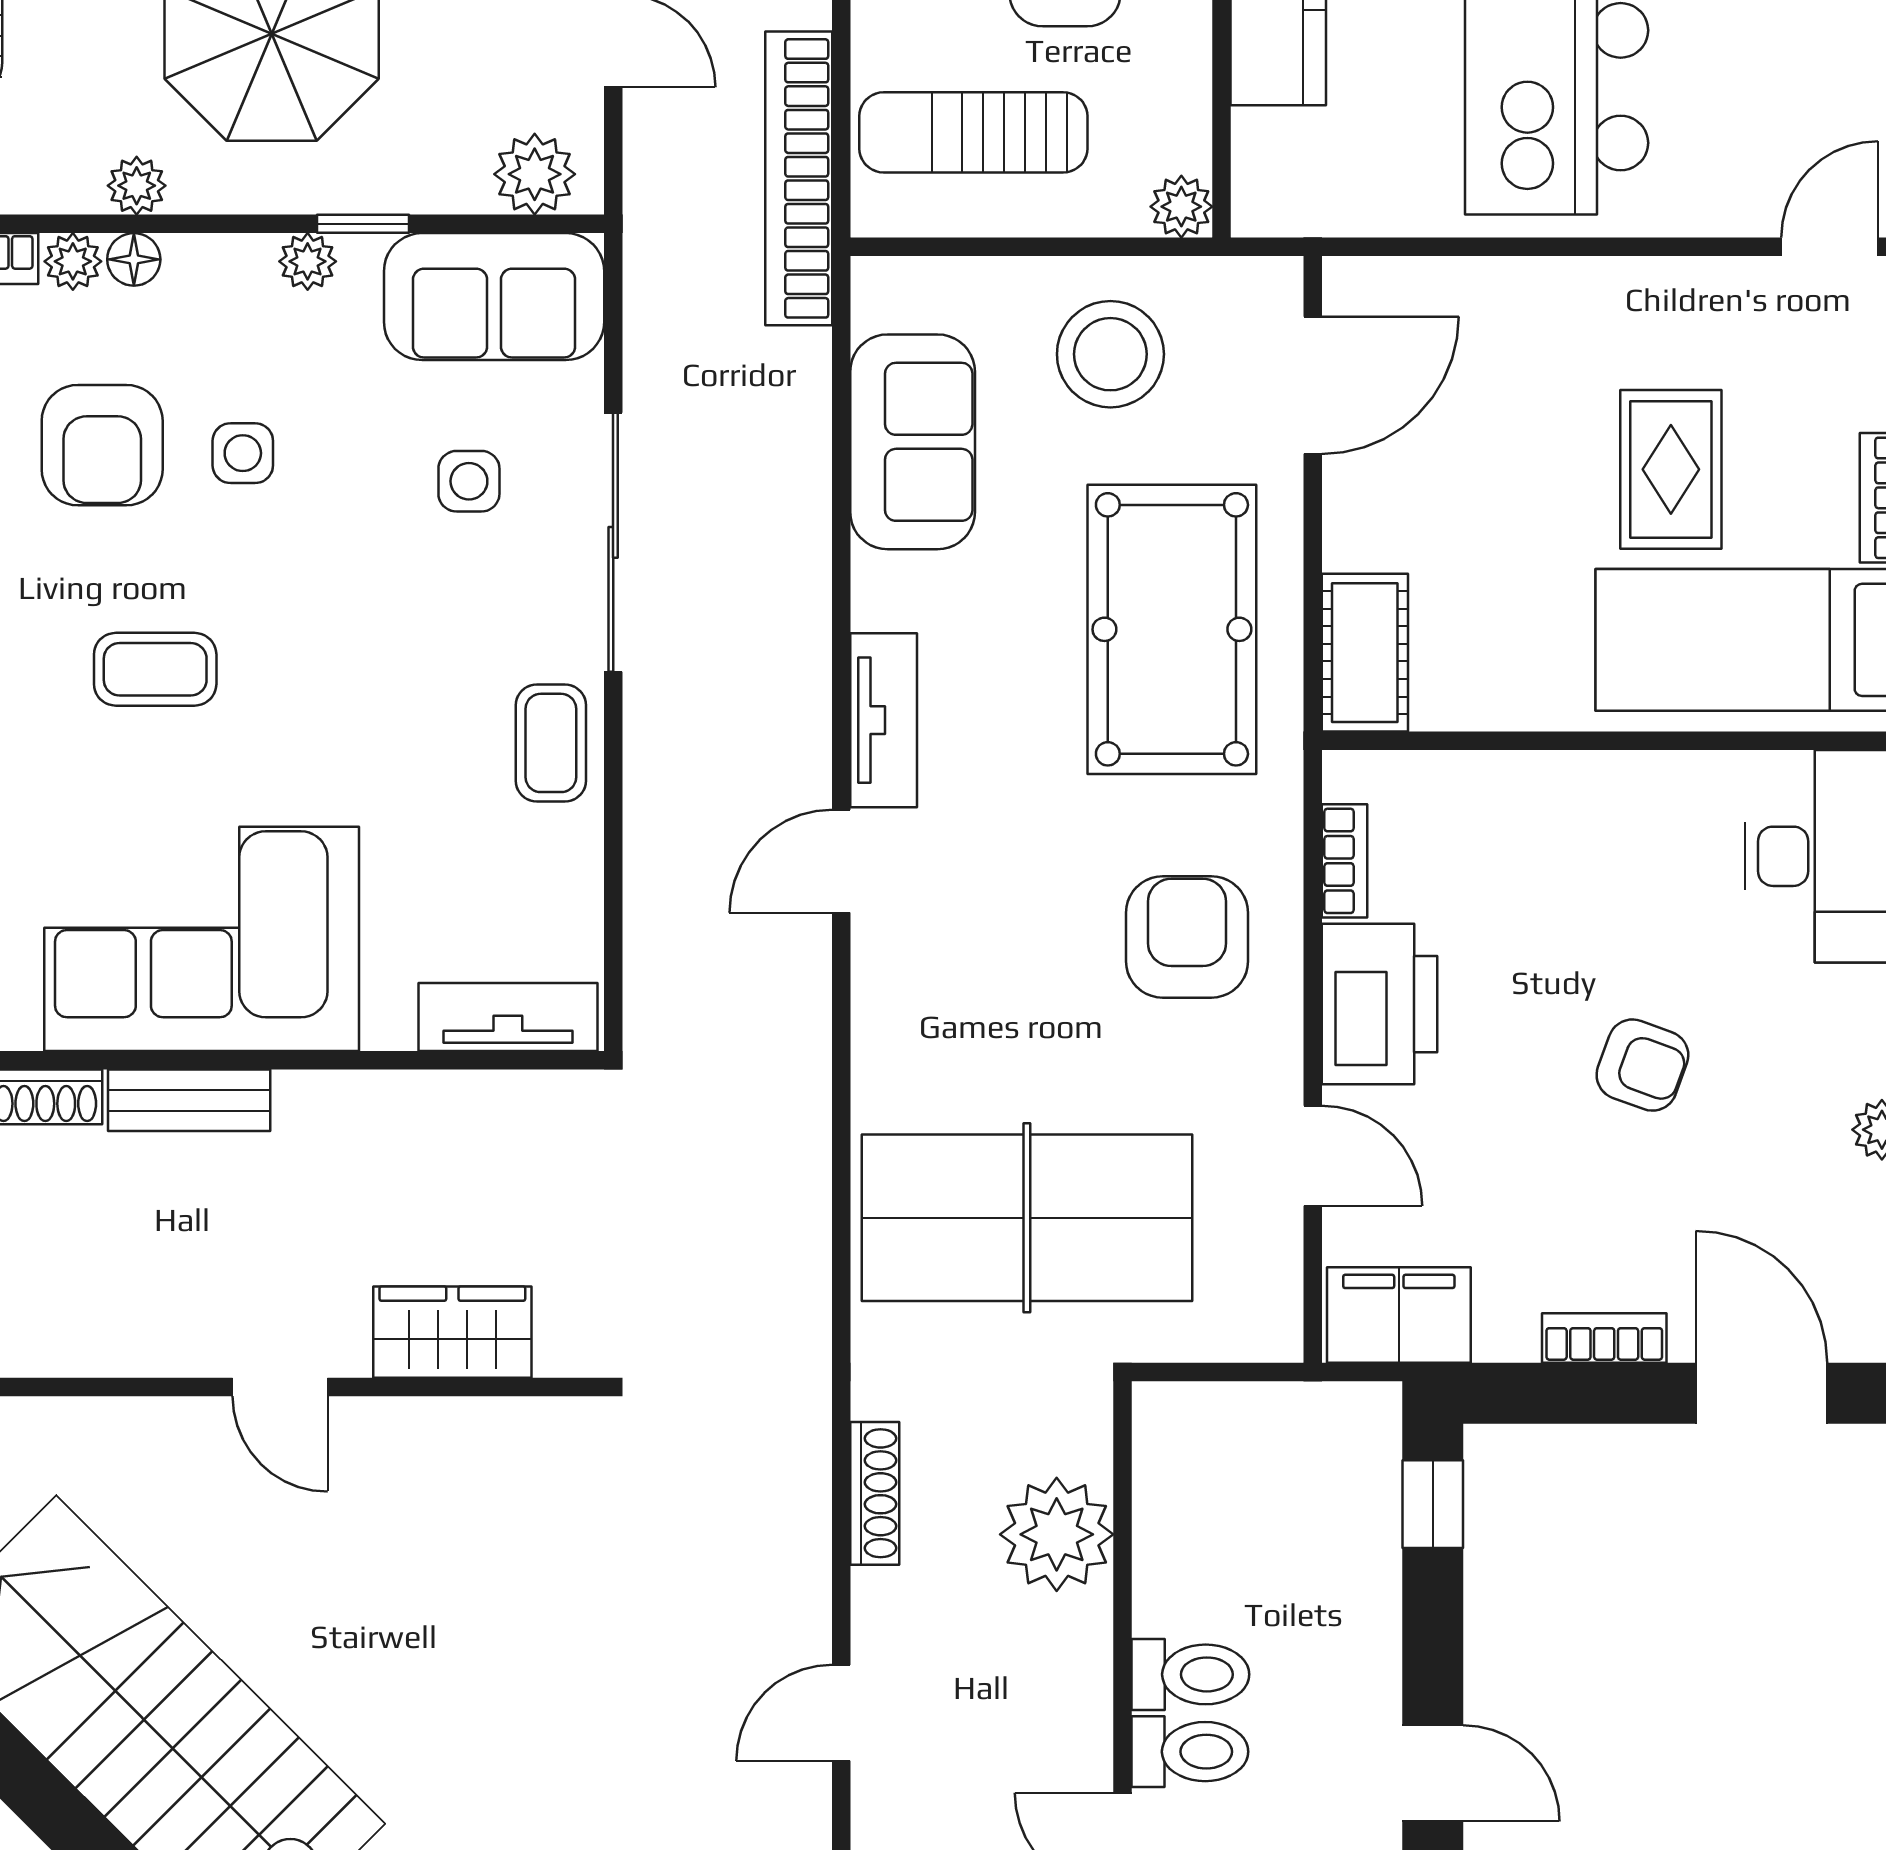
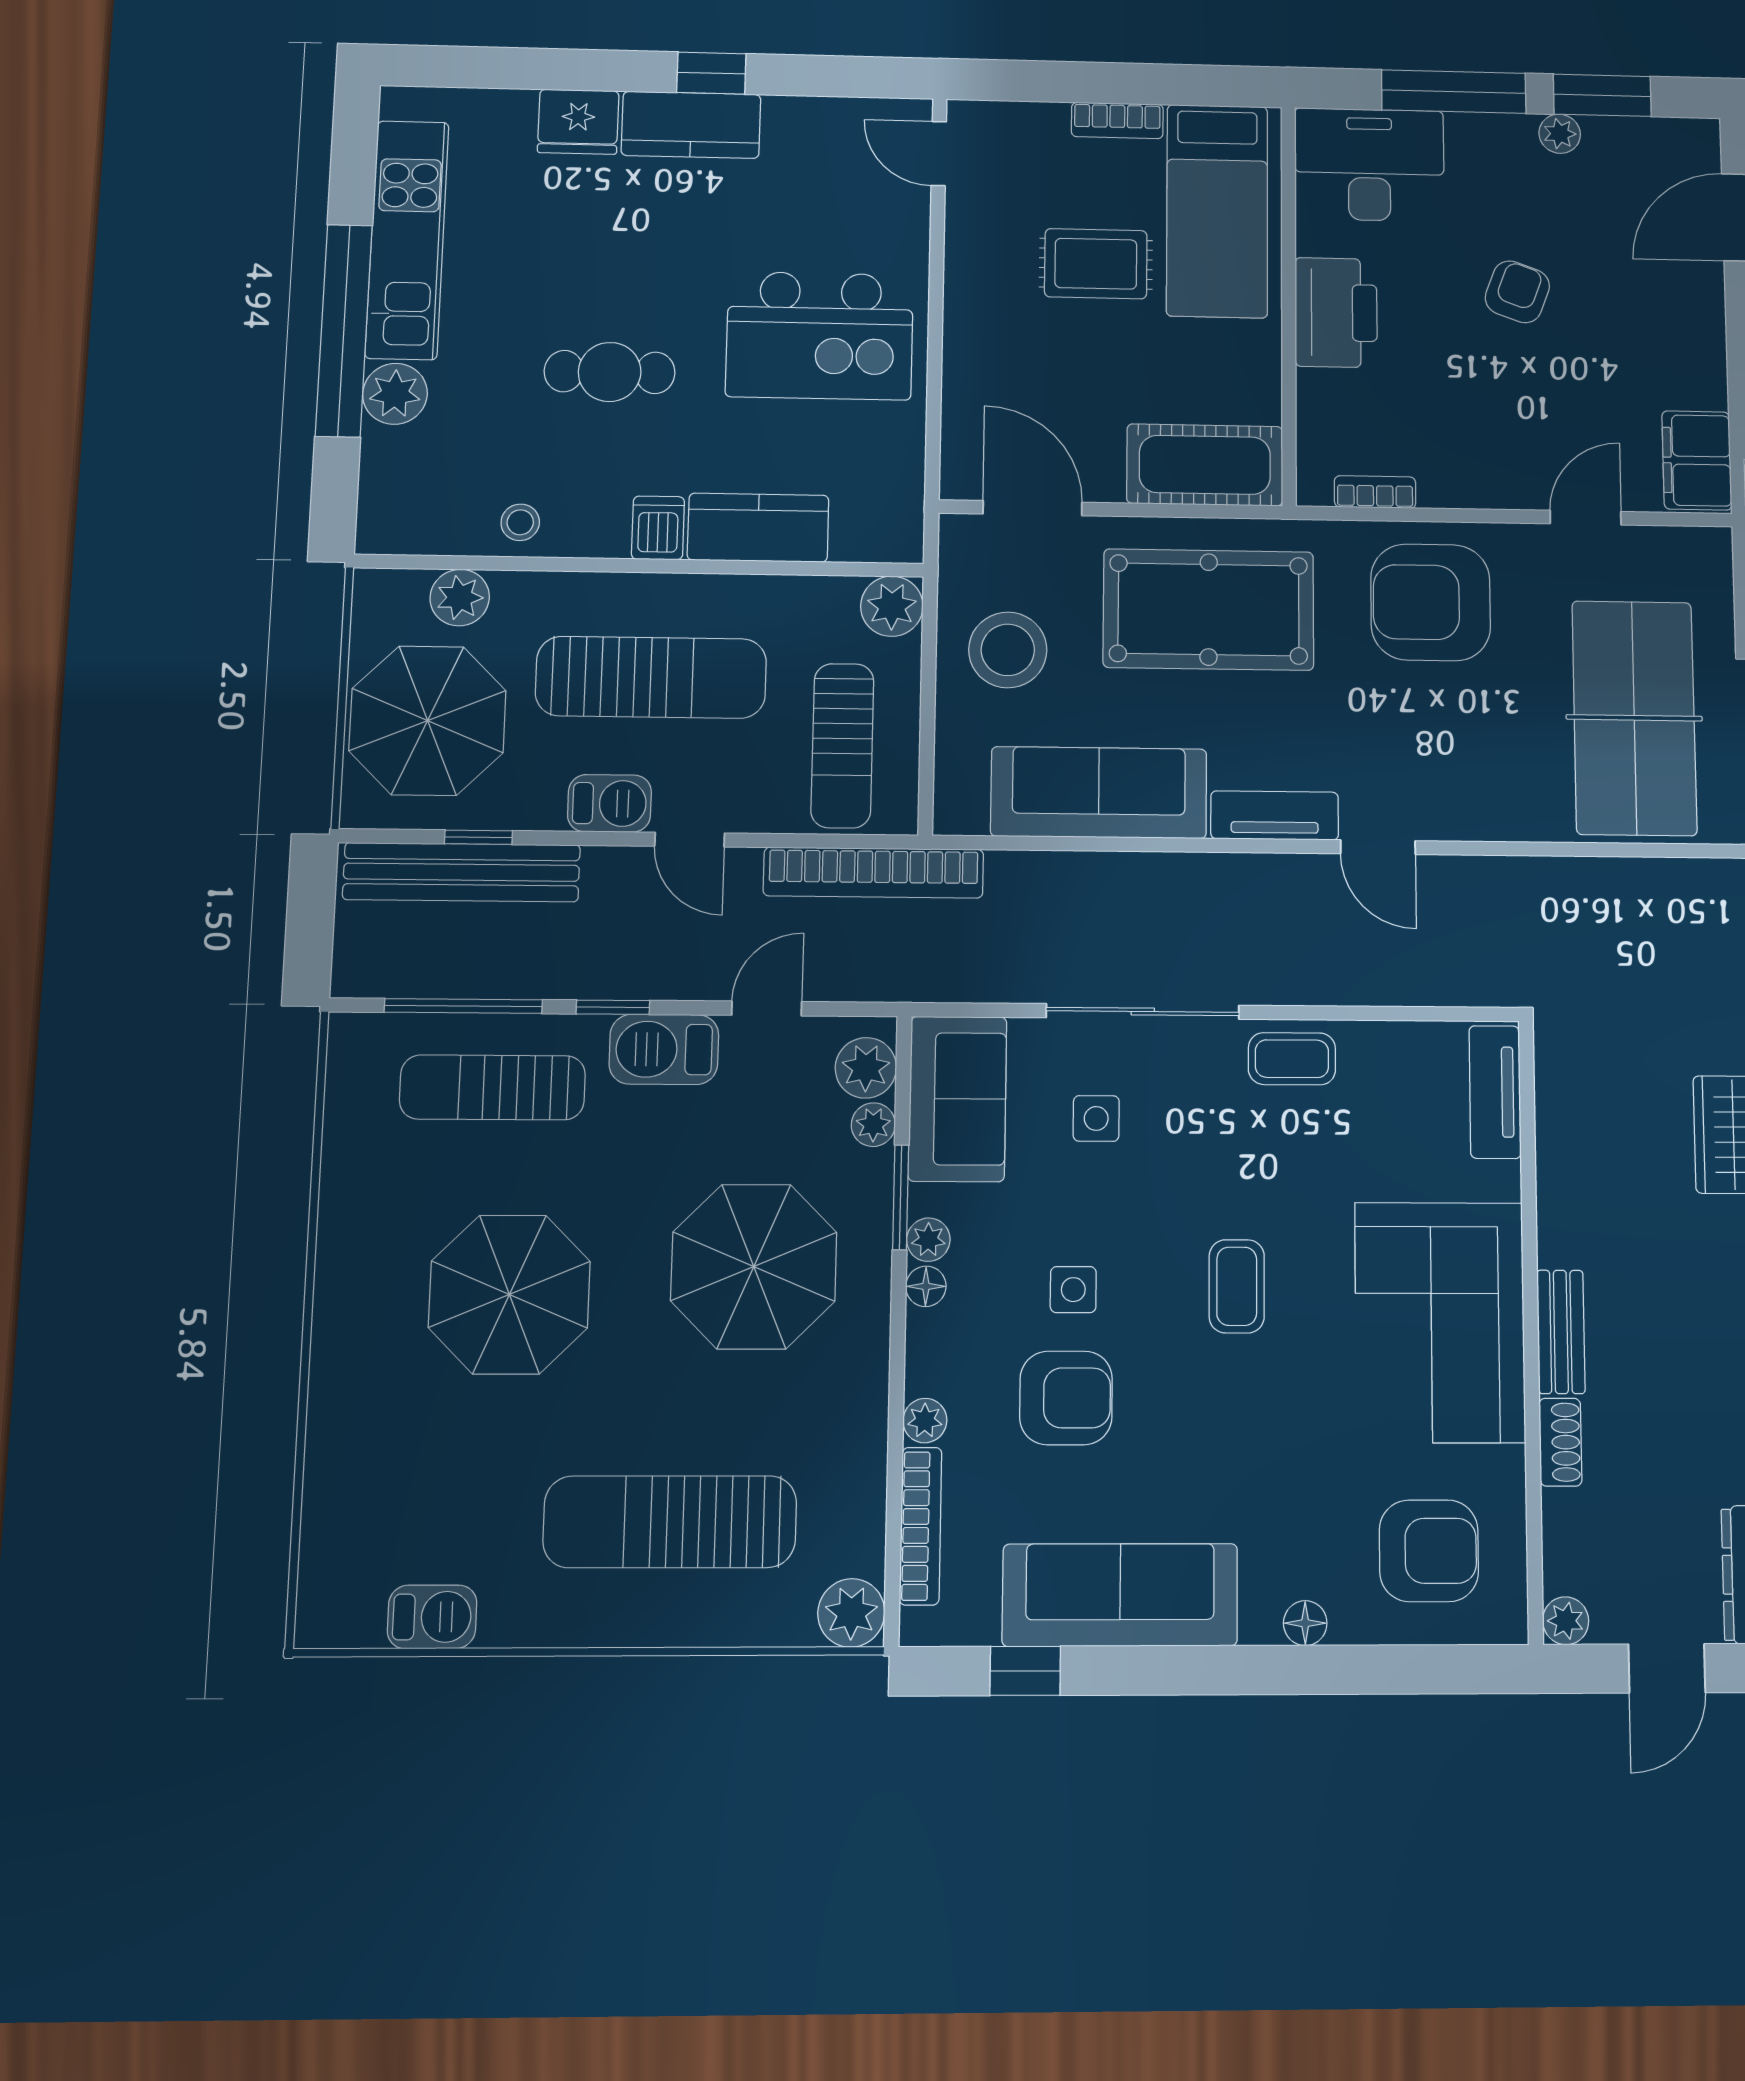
plant: (137, 186) -> (873, 1125), moved
plant: (1181, 207) -> (892, 606), width x1.38, depth x1.38
window: (363, 224) -> (901, 1197), width x1.50
floor lamp: (134, 259) -> (926, 1286), moved
sofa: (913, 442) -> (1099, 793), width x1.36
cot: (1365, 653) -> (1205, 465), width x1.37, depth x1.34
coffee table: (155, 669) -> (1237, 1286), moved
armchair: (1187, 937) -> (1431, 602), width x1.36, depth x1.36
printer: (1379, 1004) -> (1336, 313), moved, turned 90
bookcase: (1604, 1338) -> (1709, 322), removed

